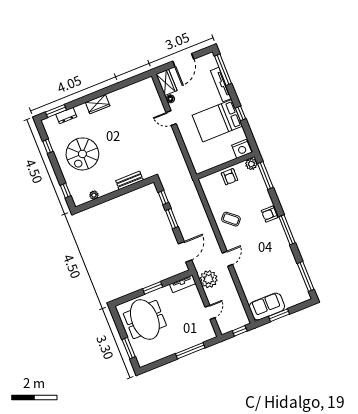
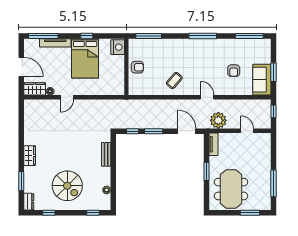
window: (56, 111) -> (21, 181), moved
dresser: (66, 116) -> (29, 202), moved
plant: (251, 164) -> (134, 44), removed
armchair: (269, 214) -> (234, 71), moved
meeting table: (145, 319) -> (231, 189), turned 90
window: (190, 351) -> (273, 183), moved

